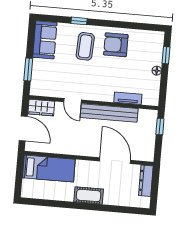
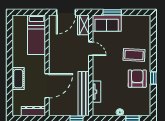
window: (79, 21) -> (153, 78), moved
sofa: (45, 40) -> (107, 23), moved
door: (73, 101) -> (91, 49), swing flipped
bench: (109, 113) -> (84, 94), moved
cot: (89, 195) -> (18, 79), moved

